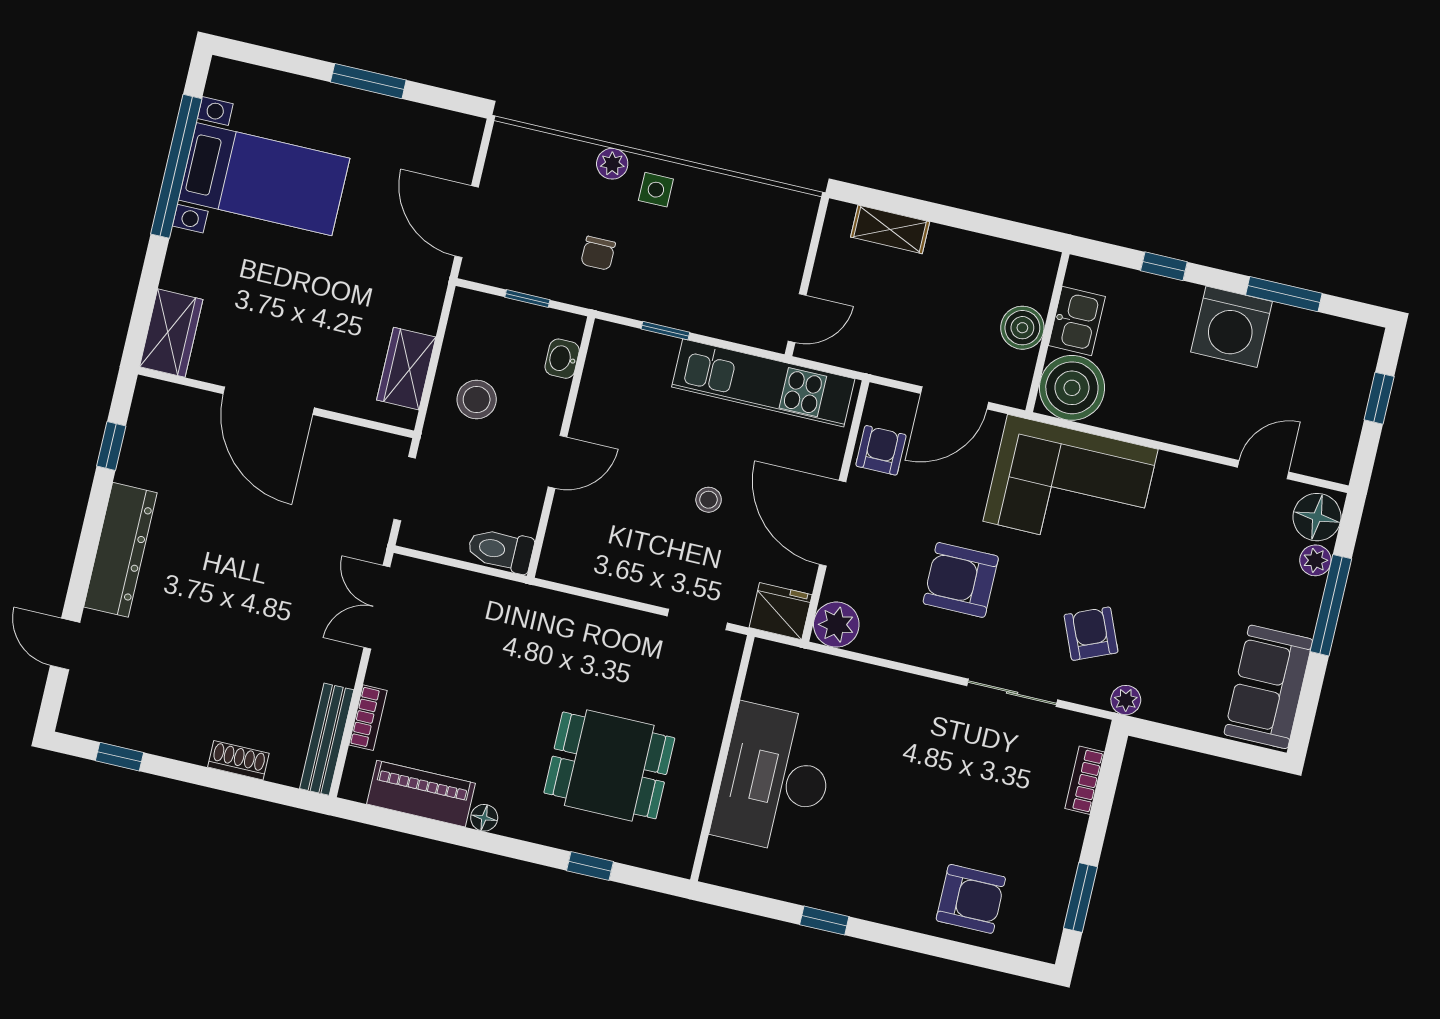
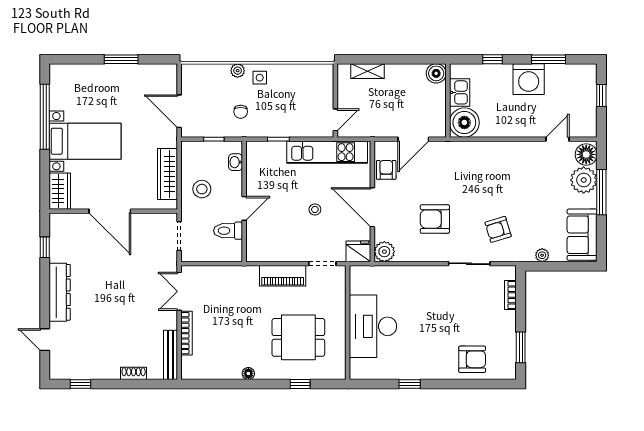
bed with nightstands: (264, 179) -> (85, 141), moved
boiler: (1022, 328) -> (436, 73), moved
wardrobe: (406, 369) -> (167, 174), width x1.50
corner sofa: (1070, 485) -> (474, 166), removed
toilet: (501, 550) -> (228, 231), moved
plant: (1315, 560) -> (584, 180), width x1.88, depth x1.88
armchair: (1091, 634) -> (498, 229), turned -84
plant: (1126, 700) -> (542, 255), moved
bookcase: (368, 718) -> (187, 333), width x1.56
piano: (421, 794) -> (283, 276), moved, turned 180

